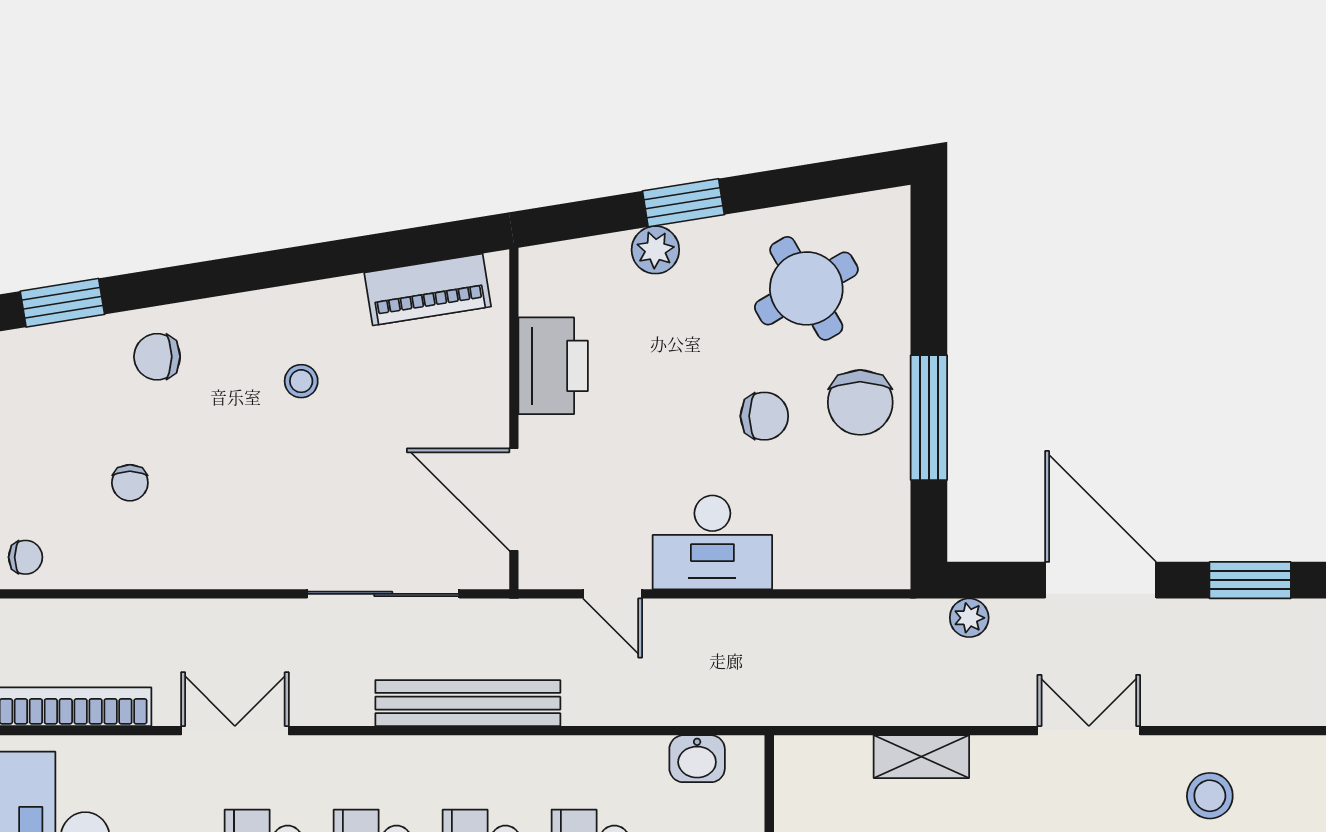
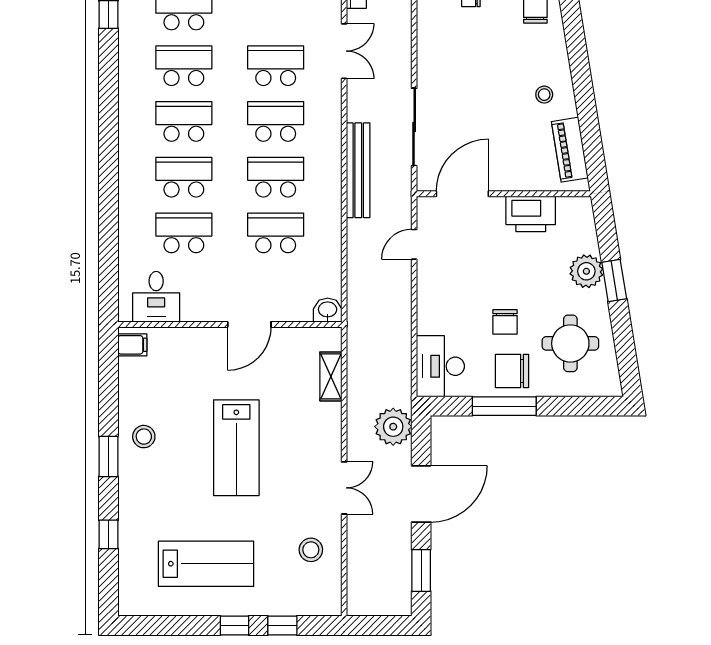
plant: (655, 250) -> (586, 271), width x1.36, depth x1.36
round table: (806, 288) -> (570, 343), turned 30
stool: (301, 381) -> (544, 95), moved
desk: (712, 542) -> (440, 366), moved
plant: (969, 618) -> (393, 427), width x1.87, depth x1.87
shelving: (921, 757) -> (331, 376), moved
washbasin: (697, 759) -> (328, 310), moved, turned 90

